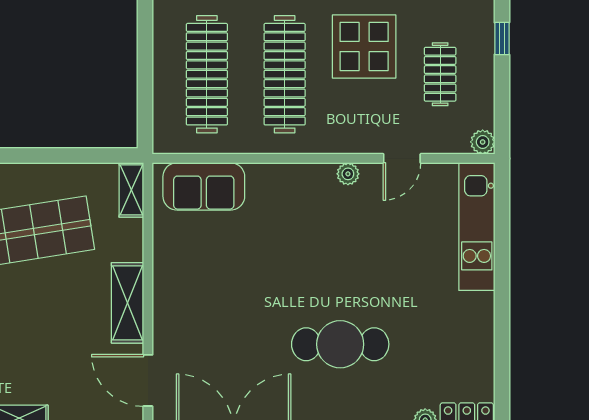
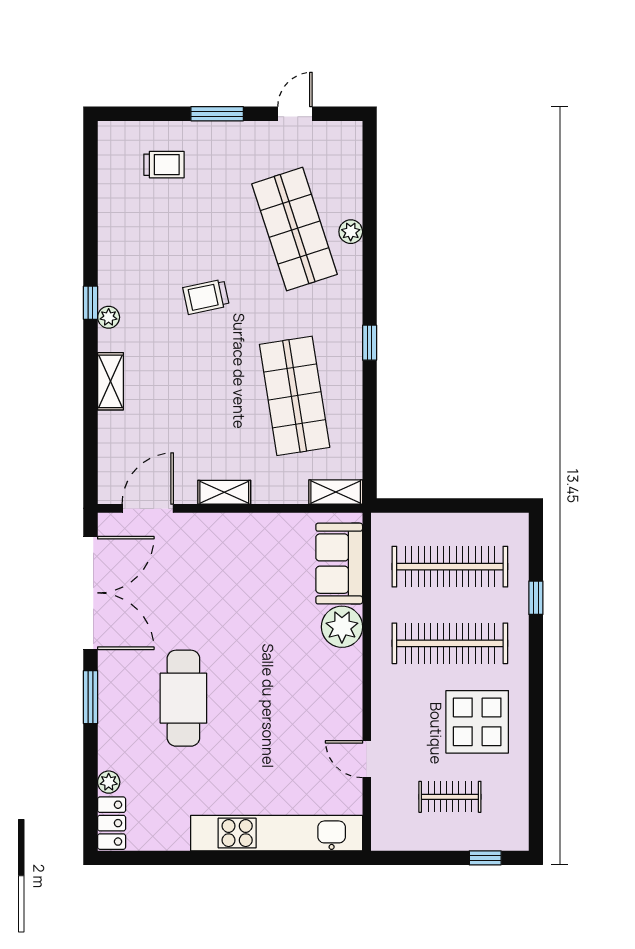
plant: (483, 142) -> (383, 839), removed
plant: (348, 174) -> (342, 627), moved, width x1.87, depth x1.87
kitchen unit: (477, 227) -> (277, 833), width x1.36
shelving: (127, 303) -> (224, 492), width x0.67, depth x0.75

